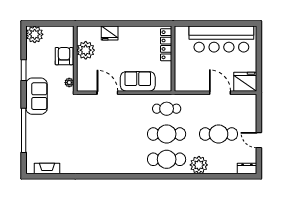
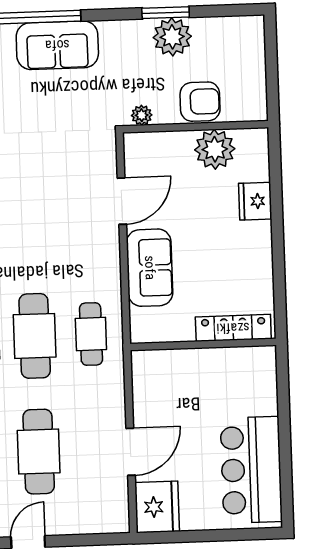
plant: (35, 34) -> (172, 37), moved
bar counter: (221, 39) -> (251, 470), width x0.73
sofa: (37, 96) -> (57, 45), moved

